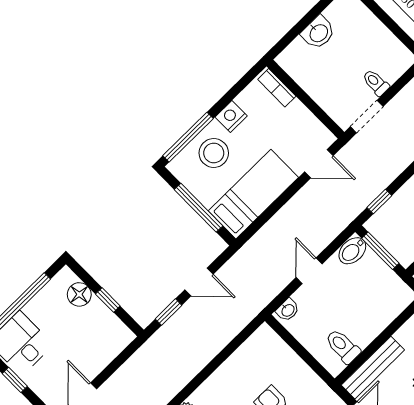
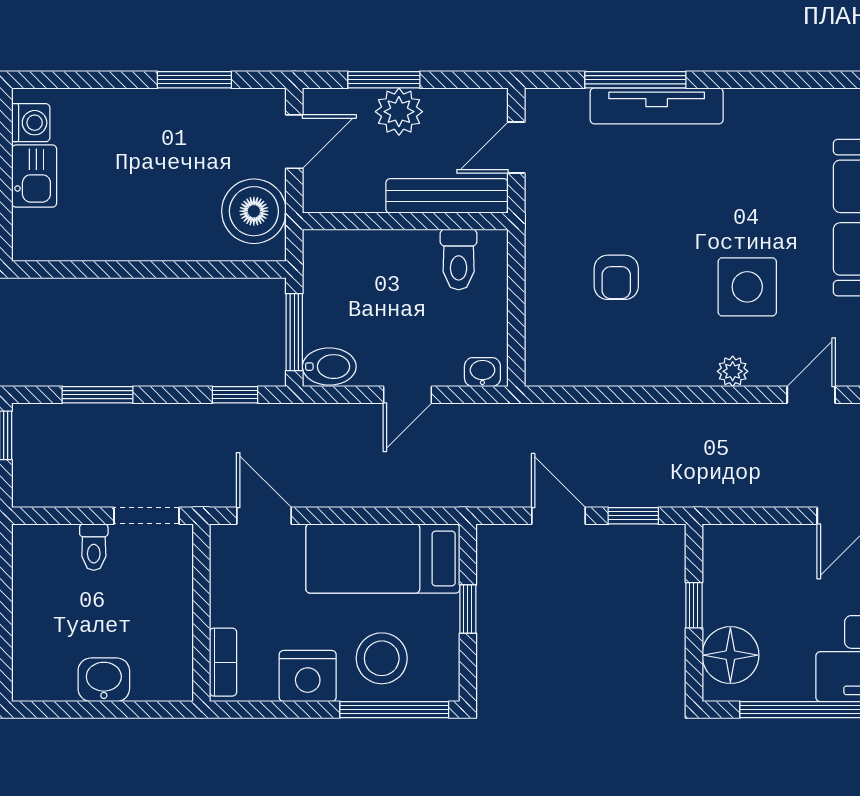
nightstand: (231, 117) -> (308, 676), width x1.36, depth x1.33
window: (198, 208) -> (468, 609), width x0.46
floor lamp: (79, 294) -> (730, 655), width x1.38, depth x1.38

